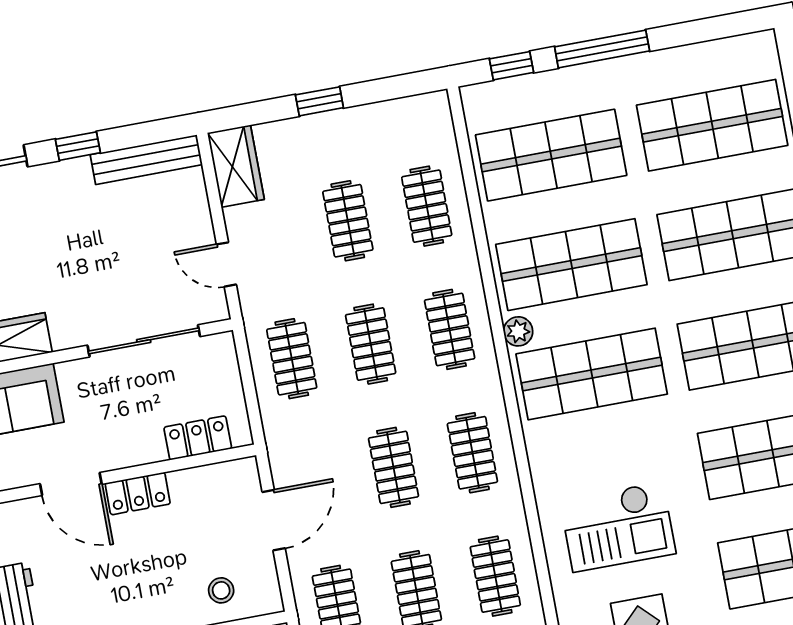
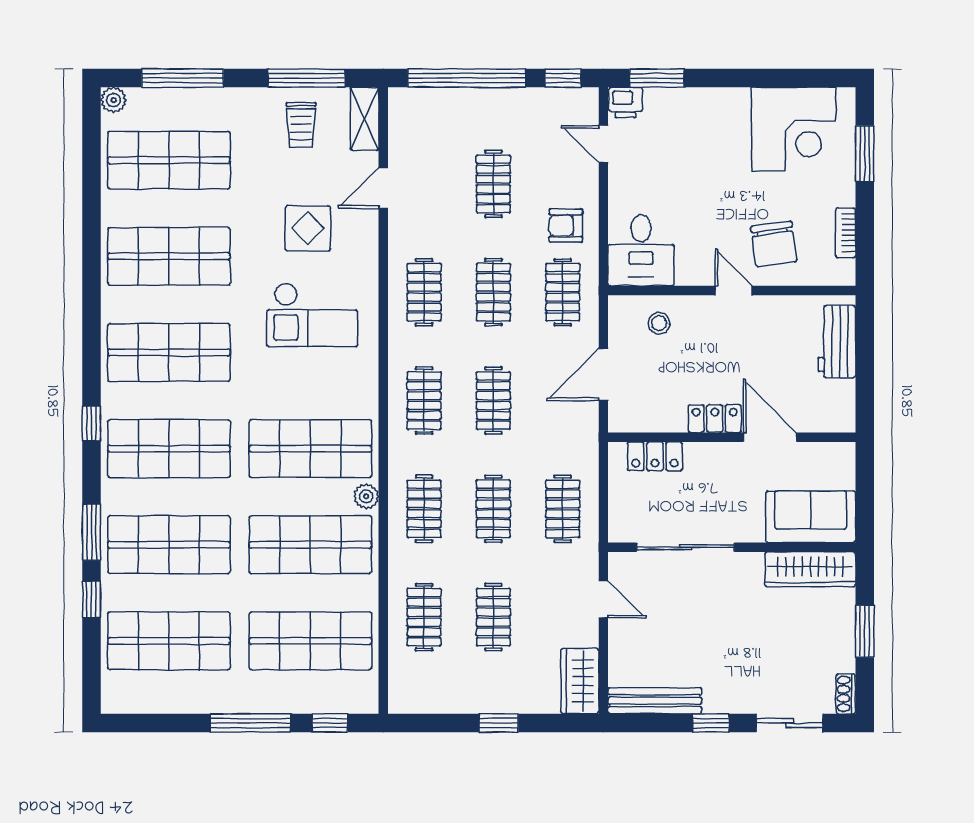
checkout: (618, 527) -> (312, 315), turned 180

